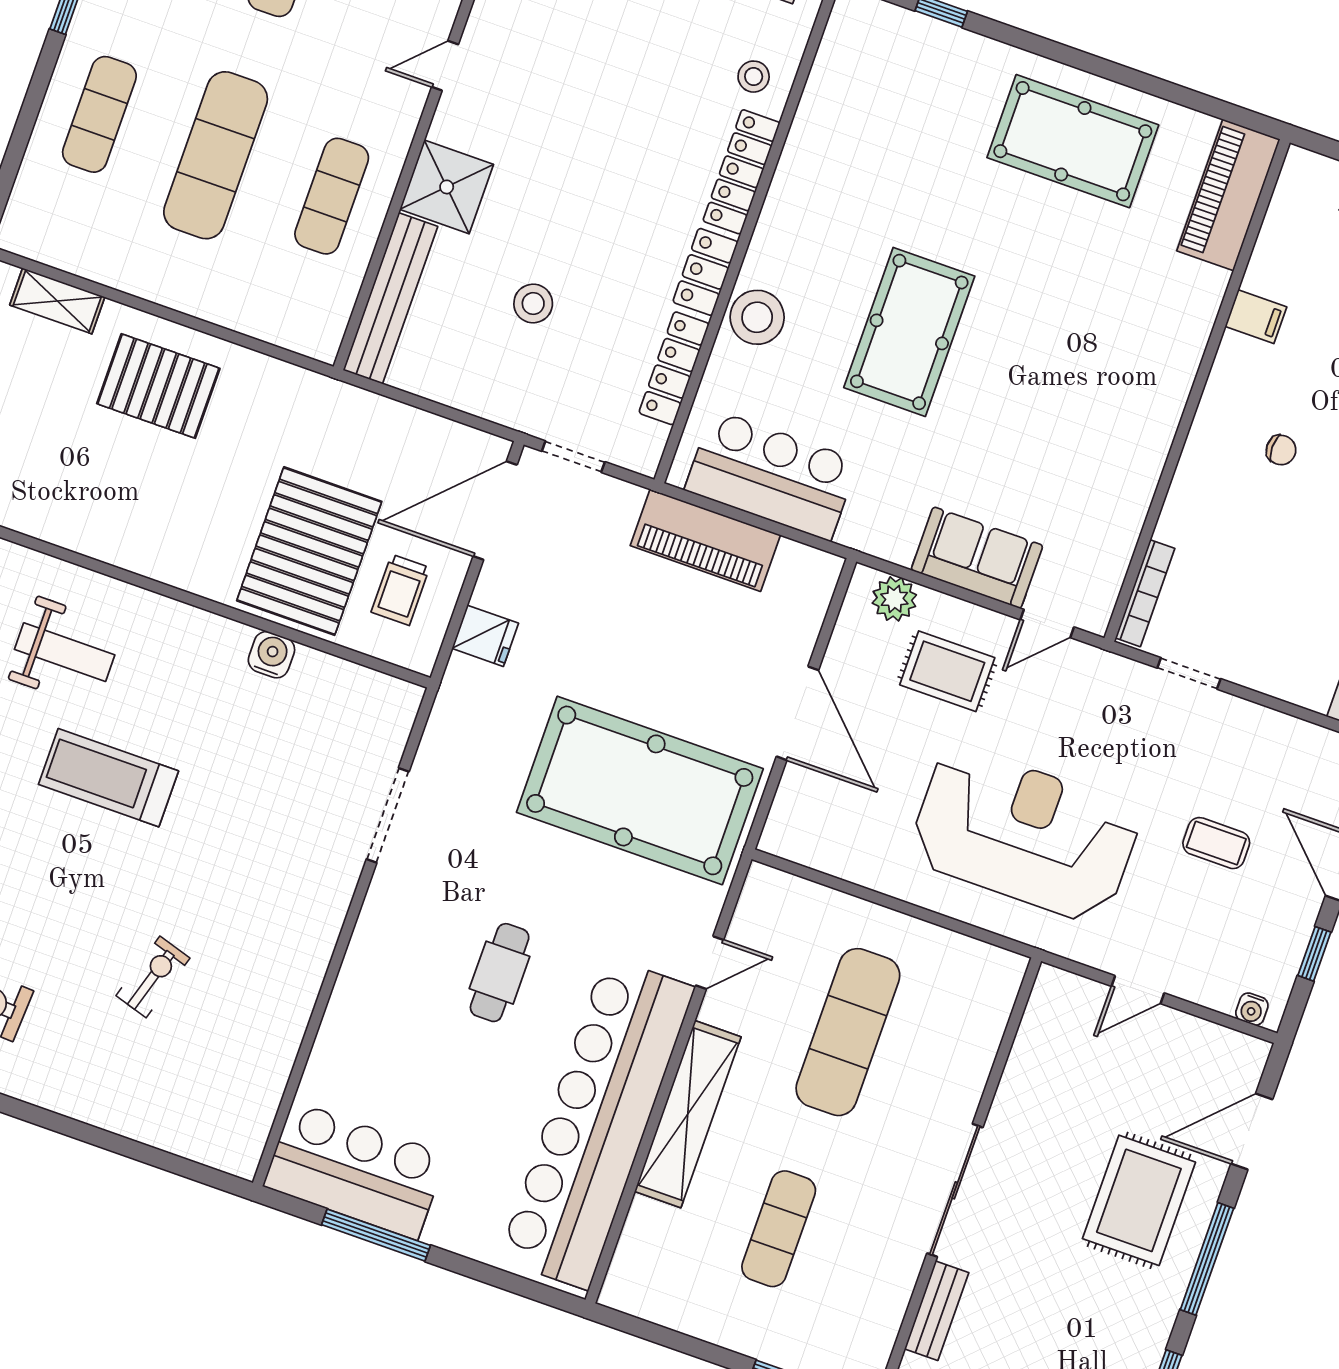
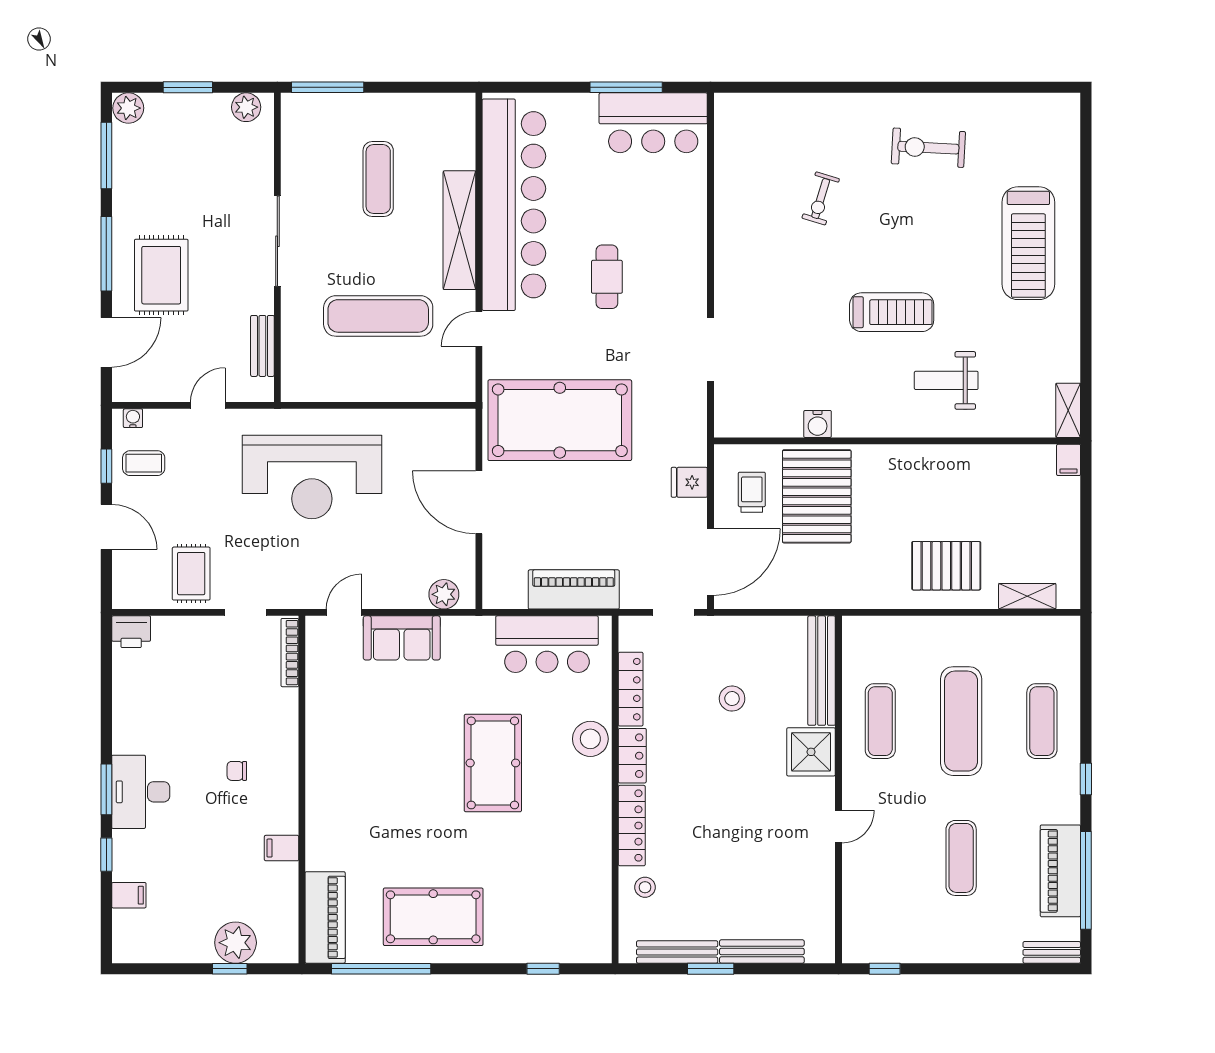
window: (1174, 93) -> (381, 969), added
rug: (947, 671) -> (191, 574), moved, turned 90
coffee table: (1216, 843) -> (144, 463), moved
exercise mat: (848, 1032) -> (378, 316), turned 90
bench: (937, 1311) -> (262, 346), moved

